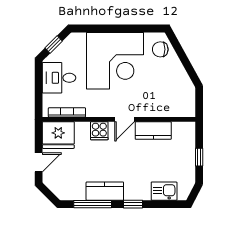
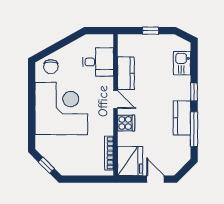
desk: (59, 78) -> (98, 62), moved, turned -90

